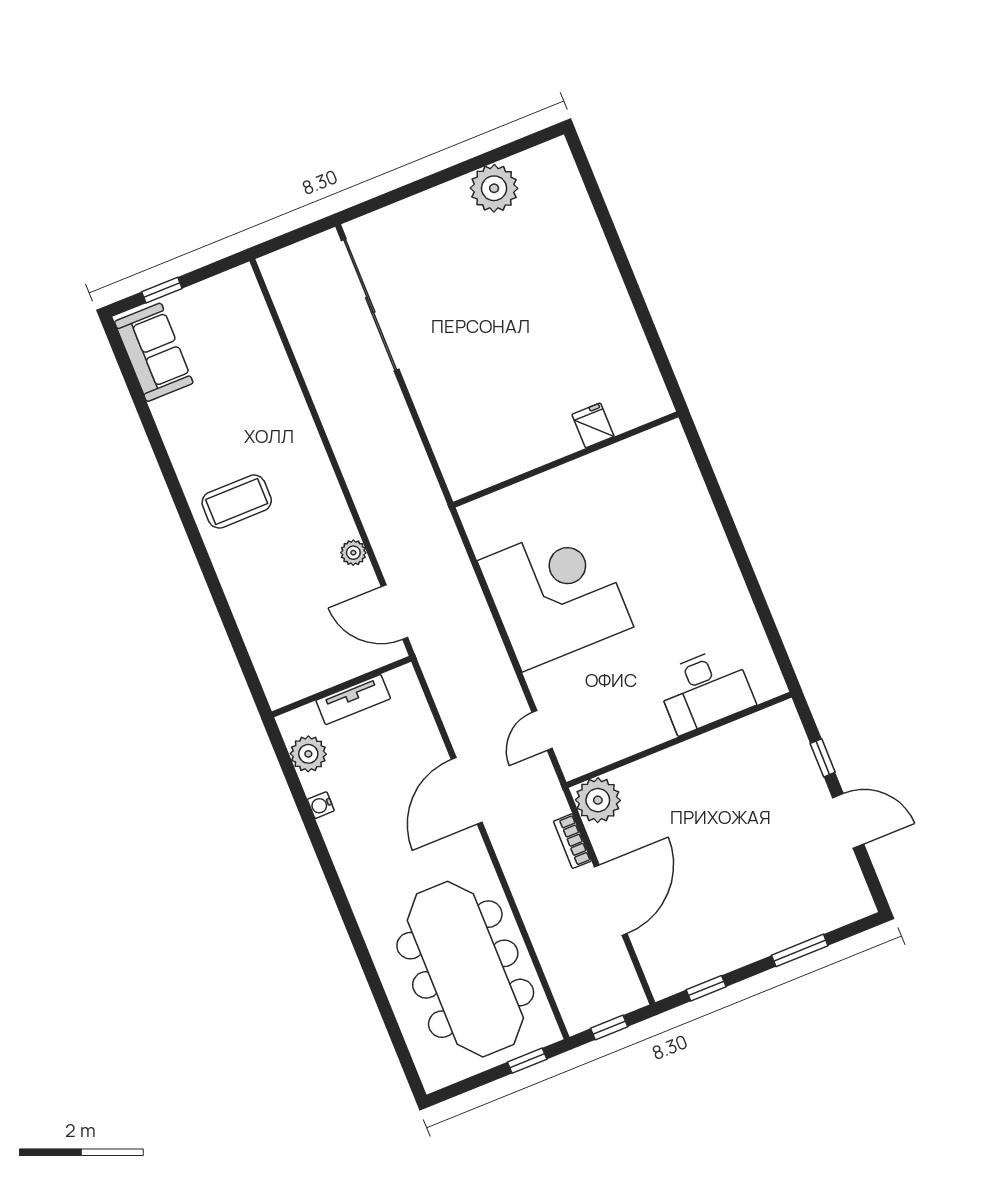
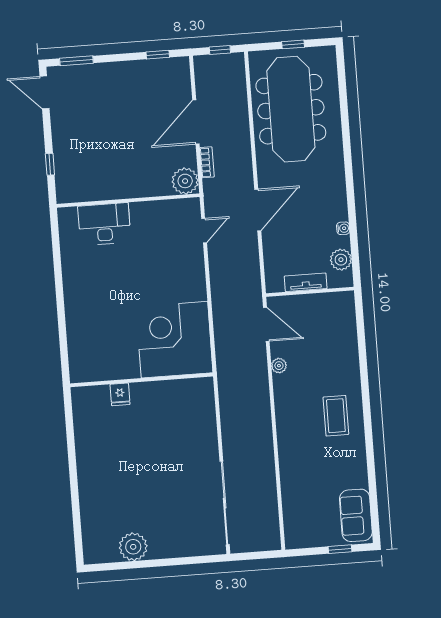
coffee table: (237, 502) -> (336, 416), turned 90
corner desk: (555, 594) -> (174, 340), moved, turned 90
door: (848, 821) -> (45, 92), moved
window: (800, 950) -> (76, 61), moved
window: (527, 1061) -> (293, 44), moved

